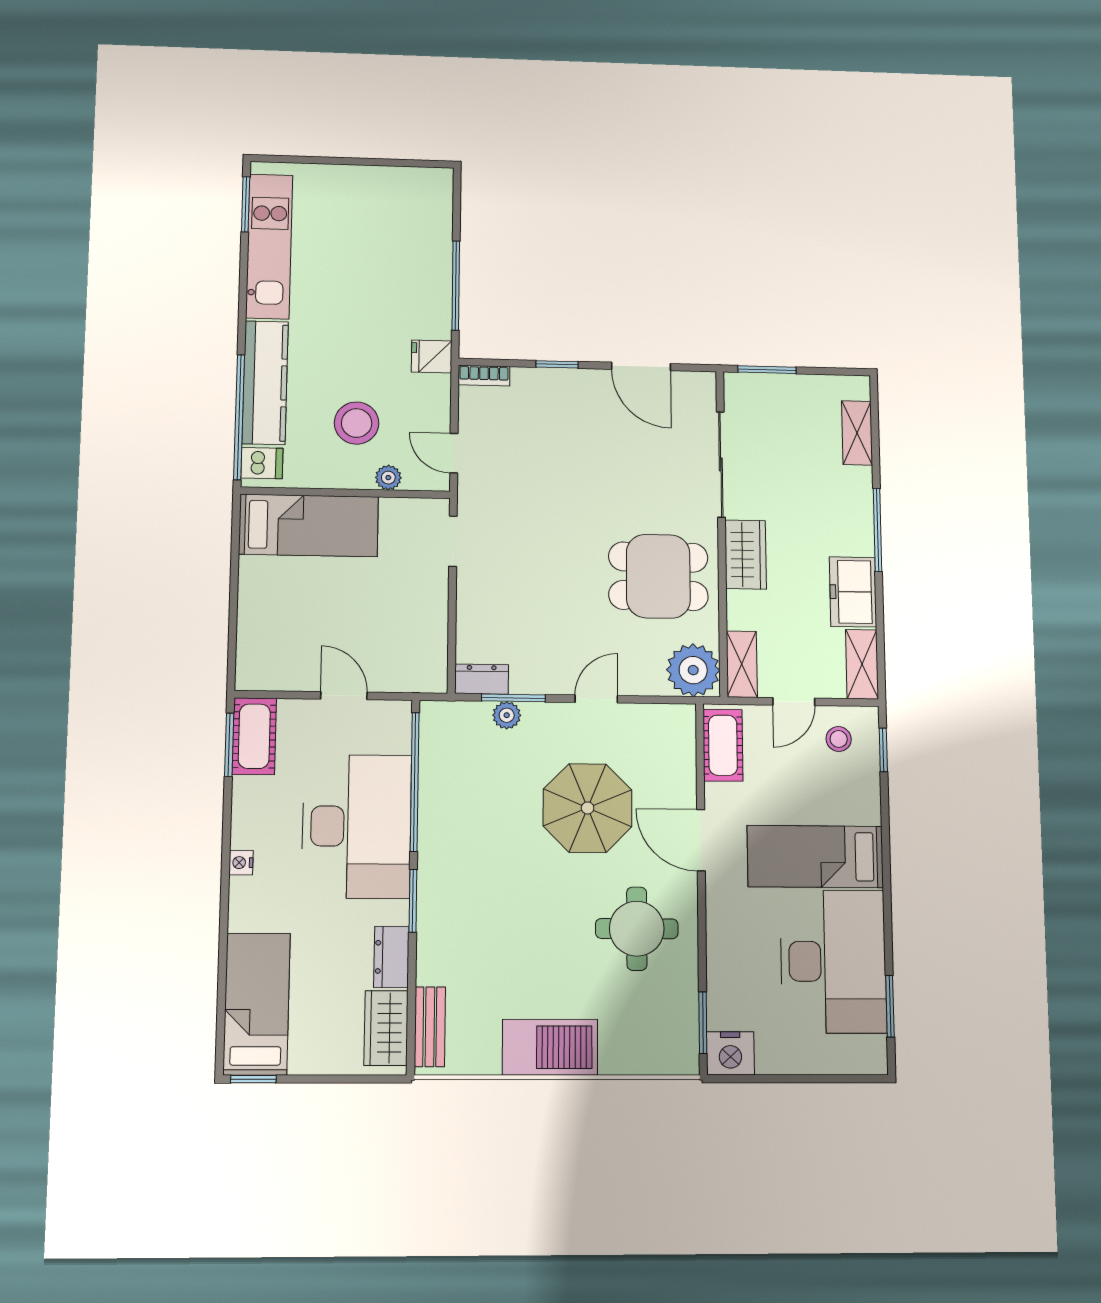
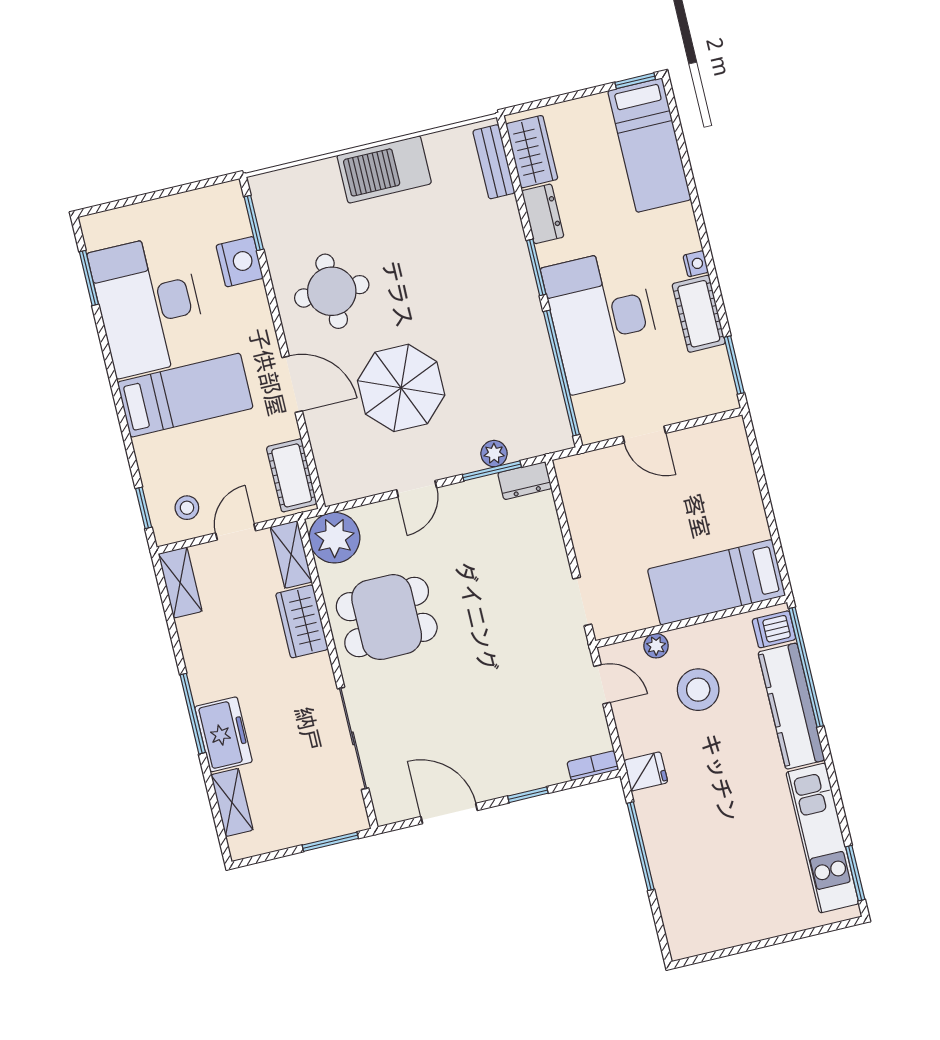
wardrobe: (746, 555) -> (302, 621), moved
freezer: (853, 592) -> (223, 734), moved
cot: (254, 736) -> (699, 314), moved
nightstand: (730, 1053) -> (240, 262), moved, turned 90

